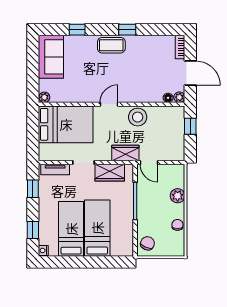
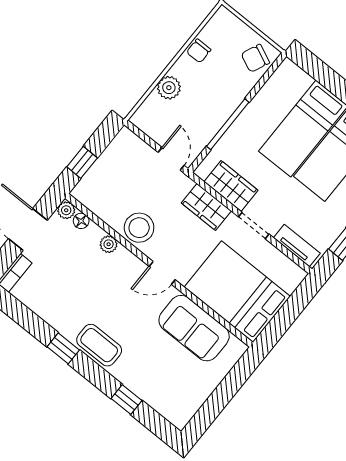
sofa: (51, 57) -> (194, 328), moved, turned -90
plant: (44, 97) -> (109, 244), moved
wardrobe: (125, 153) -> (206, 207), moved

